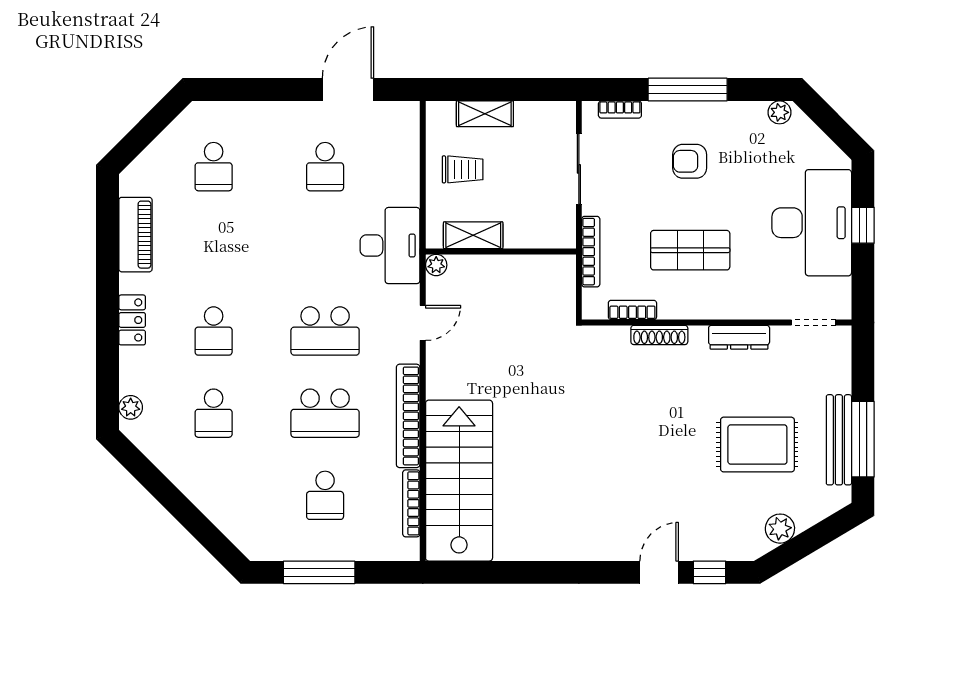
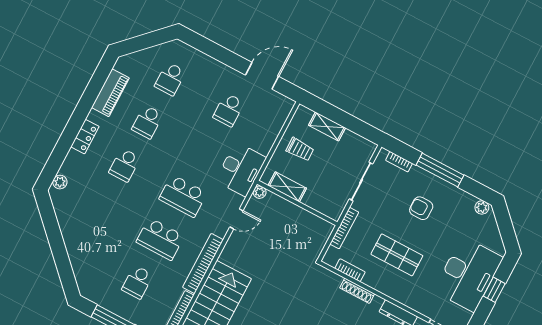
school desk: (214, 413) -> (147, 122), moved

